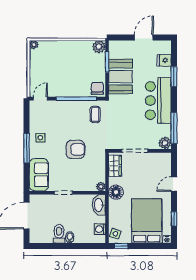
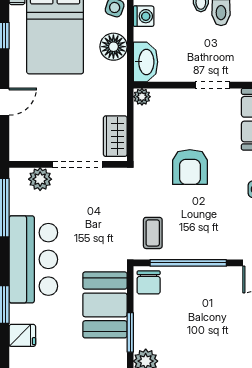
plant: (165, 143) -> (40, 179), moved
armchair: (75, 149) -> (190, 167), turned -90
floor lamp: (116, 192) -> (113, 47), moved

